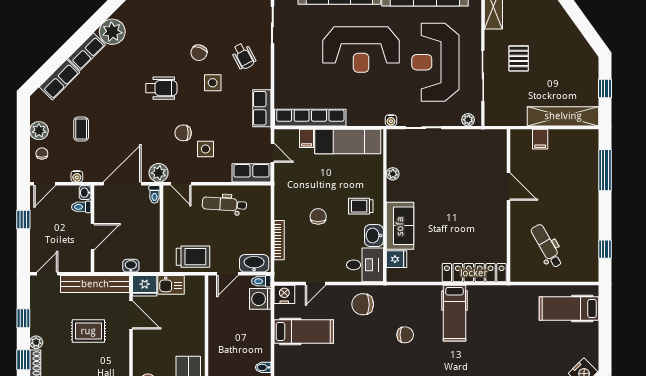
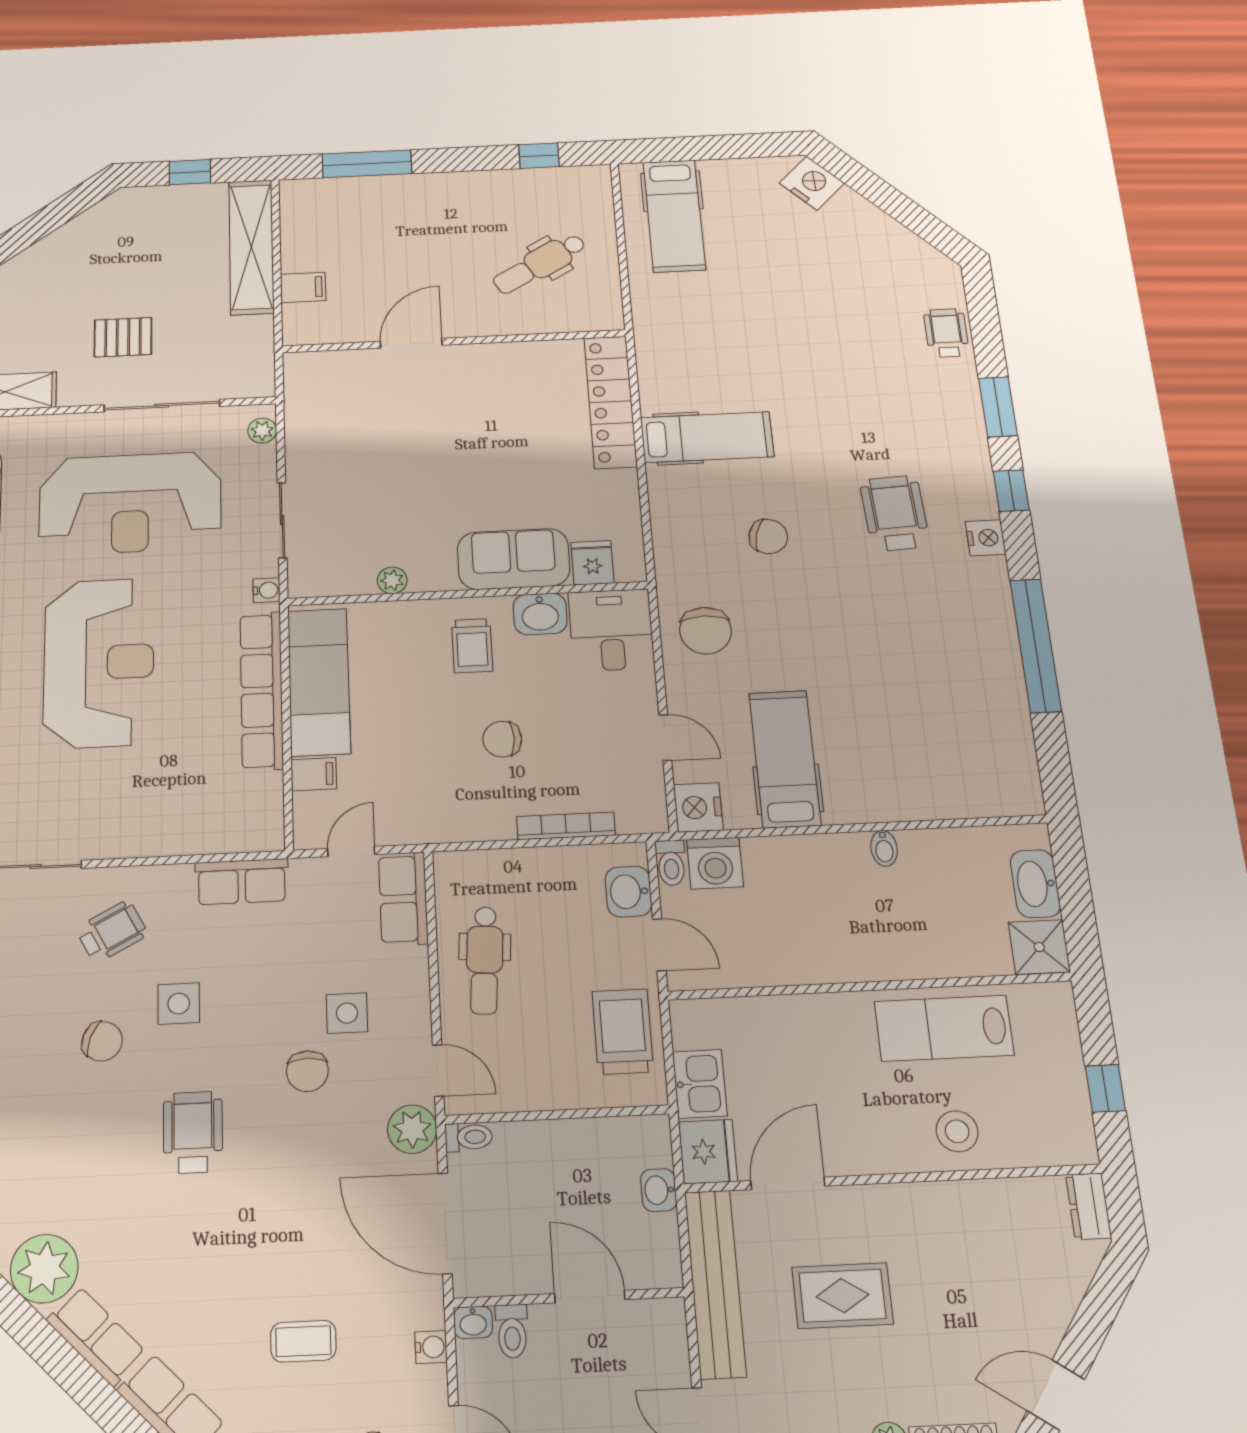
row of seats: (310, 118) -> (262, 690), moved
door: (181, 184) -> (438, 1071), hinge flipped
washbasin: (254, 263) -> (629, 892), width x0.72
rug: (88, 331) -> (842, 1296), turned 90
chair: (405, 335) -> (768, 536), turned 105

